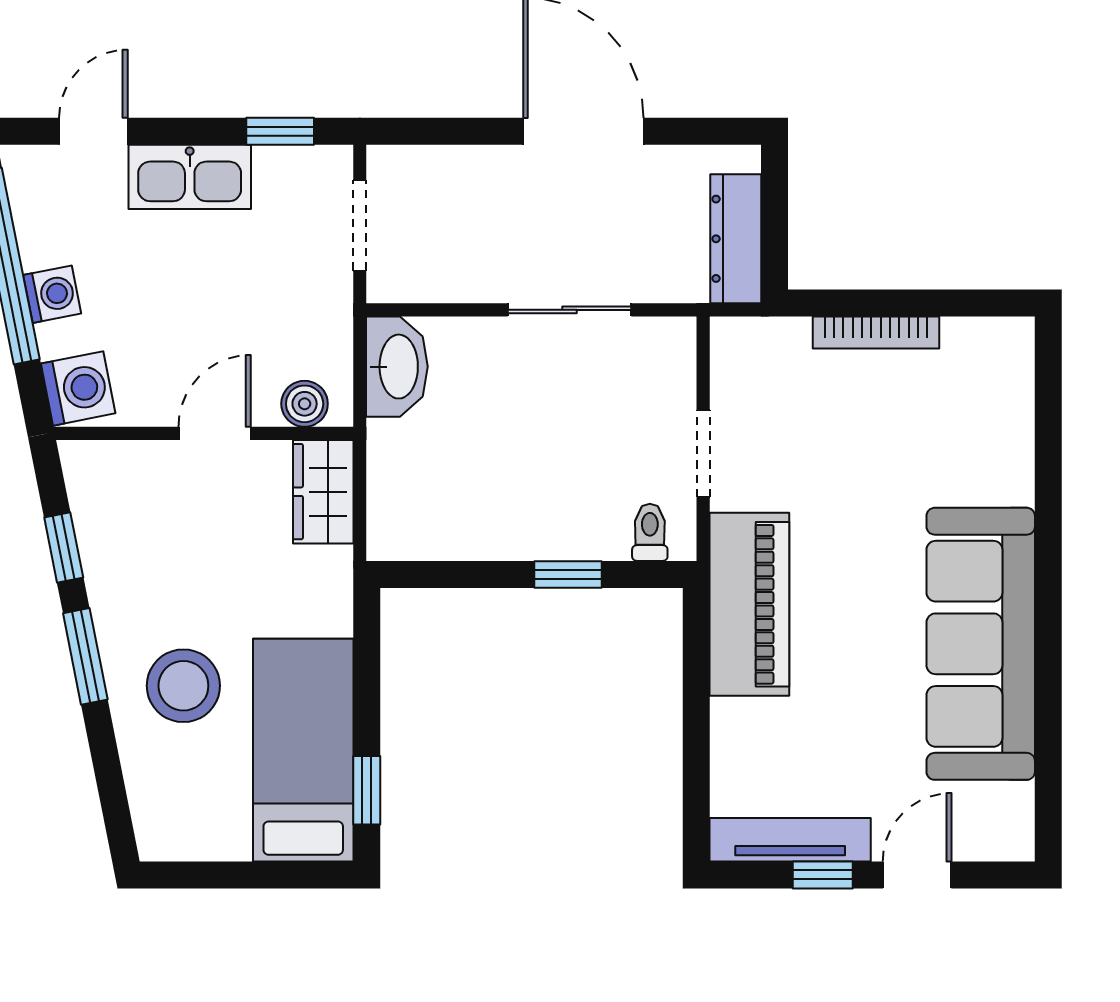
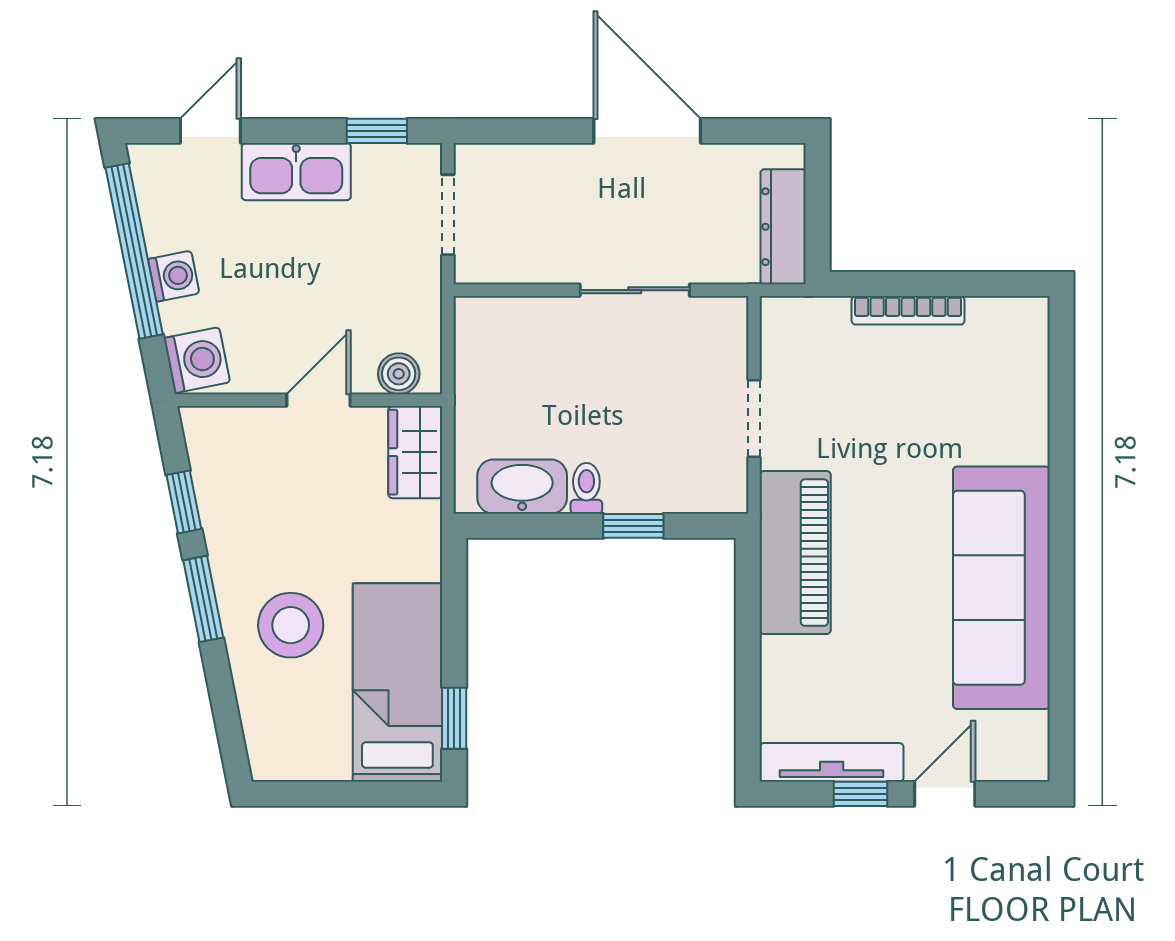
washbasin: (397, 367) -> (522, 487), moved, turned -90
toilet: (650, 532) -> (586, 488), moved

